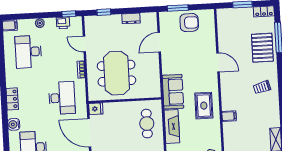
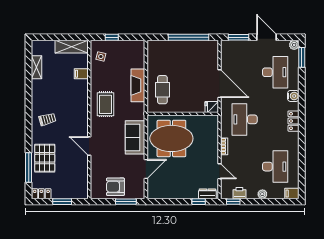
dresser: (131, 18) -> (207, 194), moved
meeting table: (116, 73) -> (171, 138), moved, turned 90
sofa: (173, 92) -> (135, 137), moved
filing cabinet: (229, 116) -> (81, 74), moved

